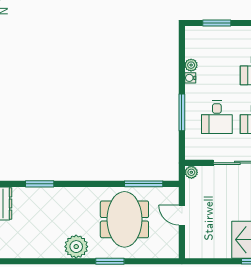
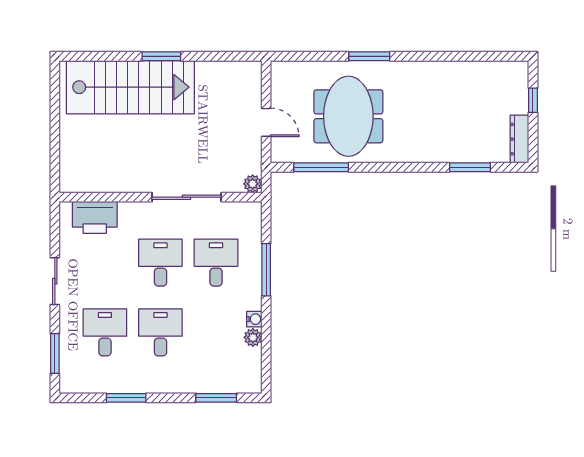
plant: (76, 247) -> (418, 77), removed

